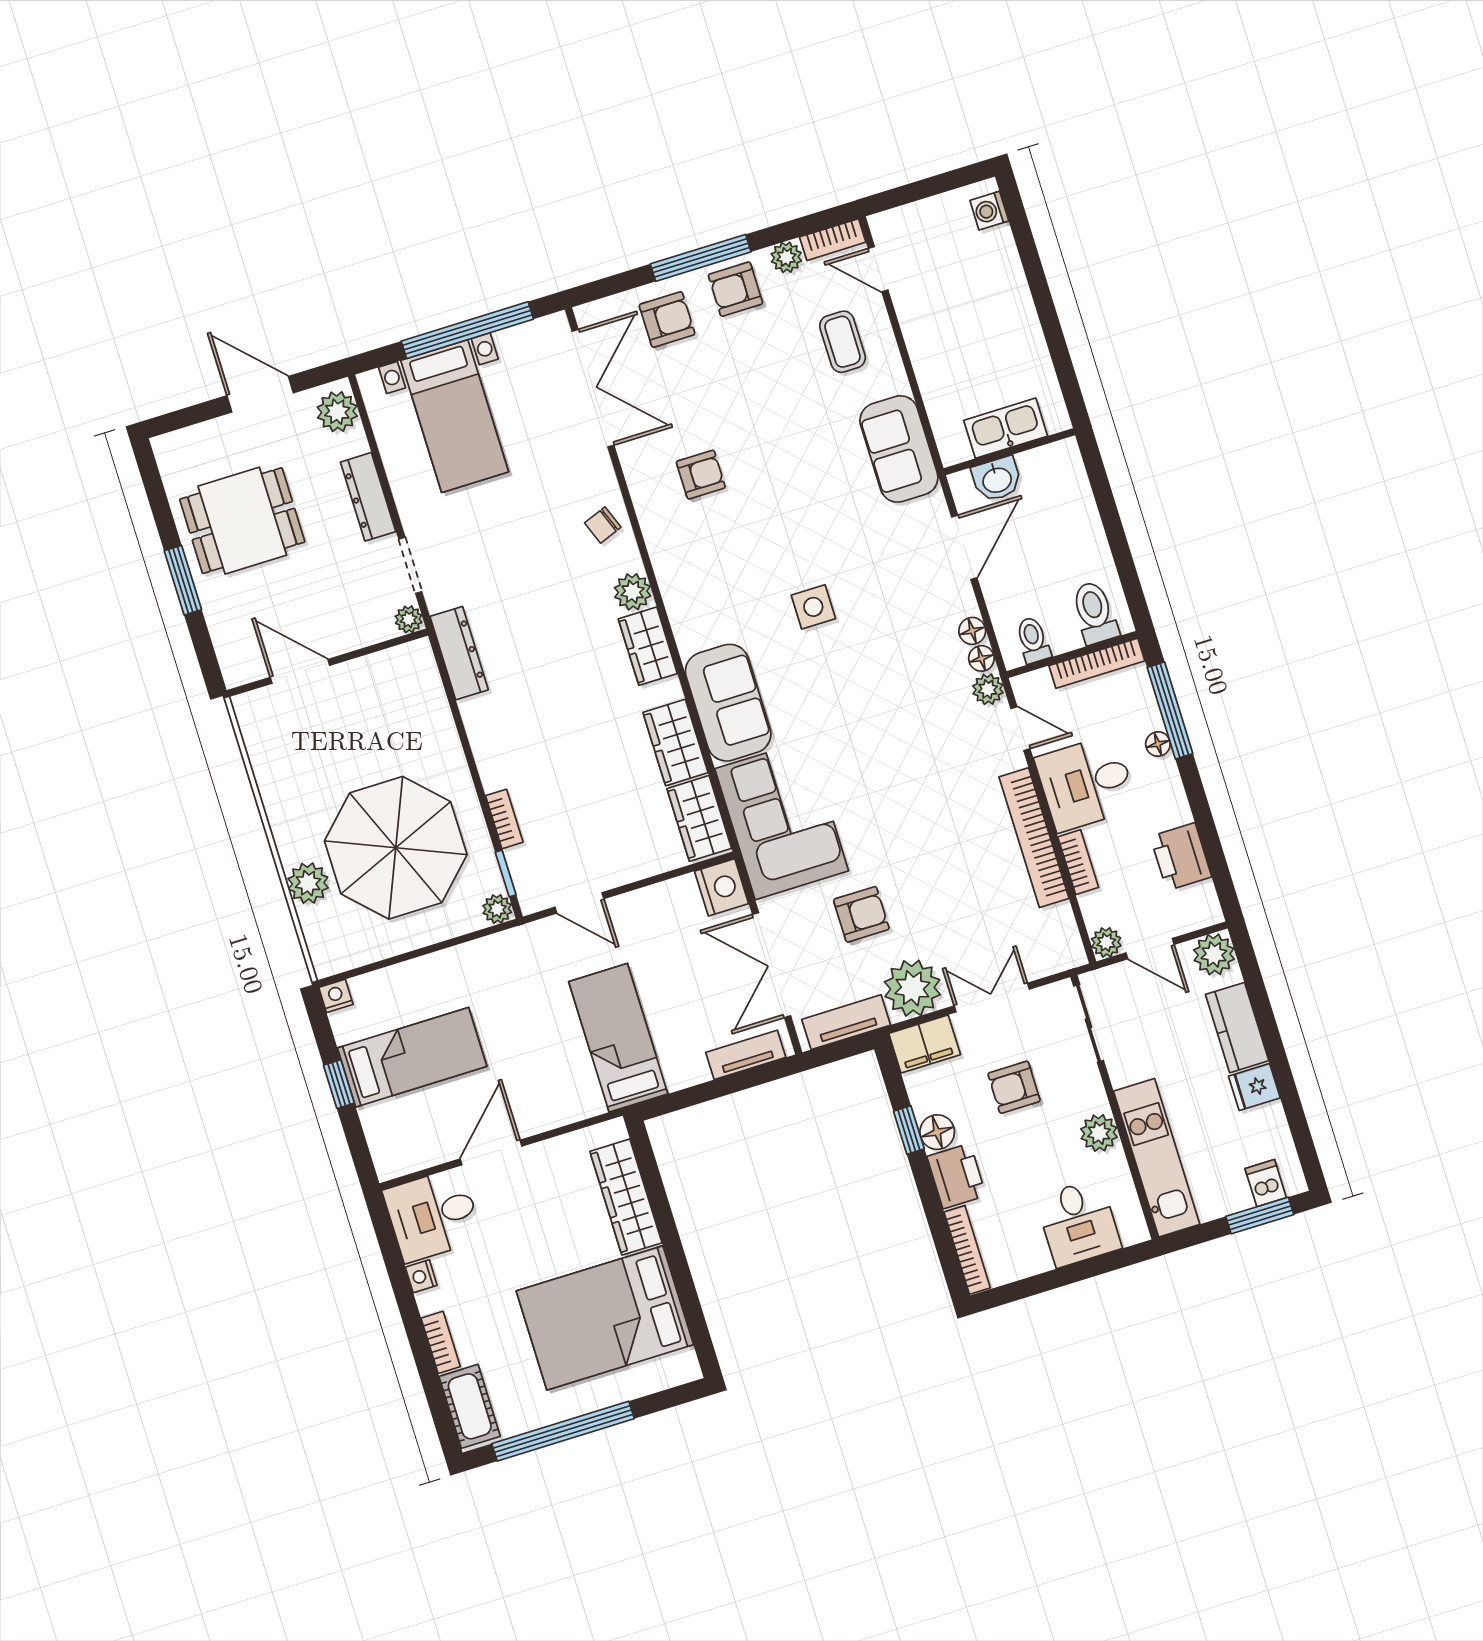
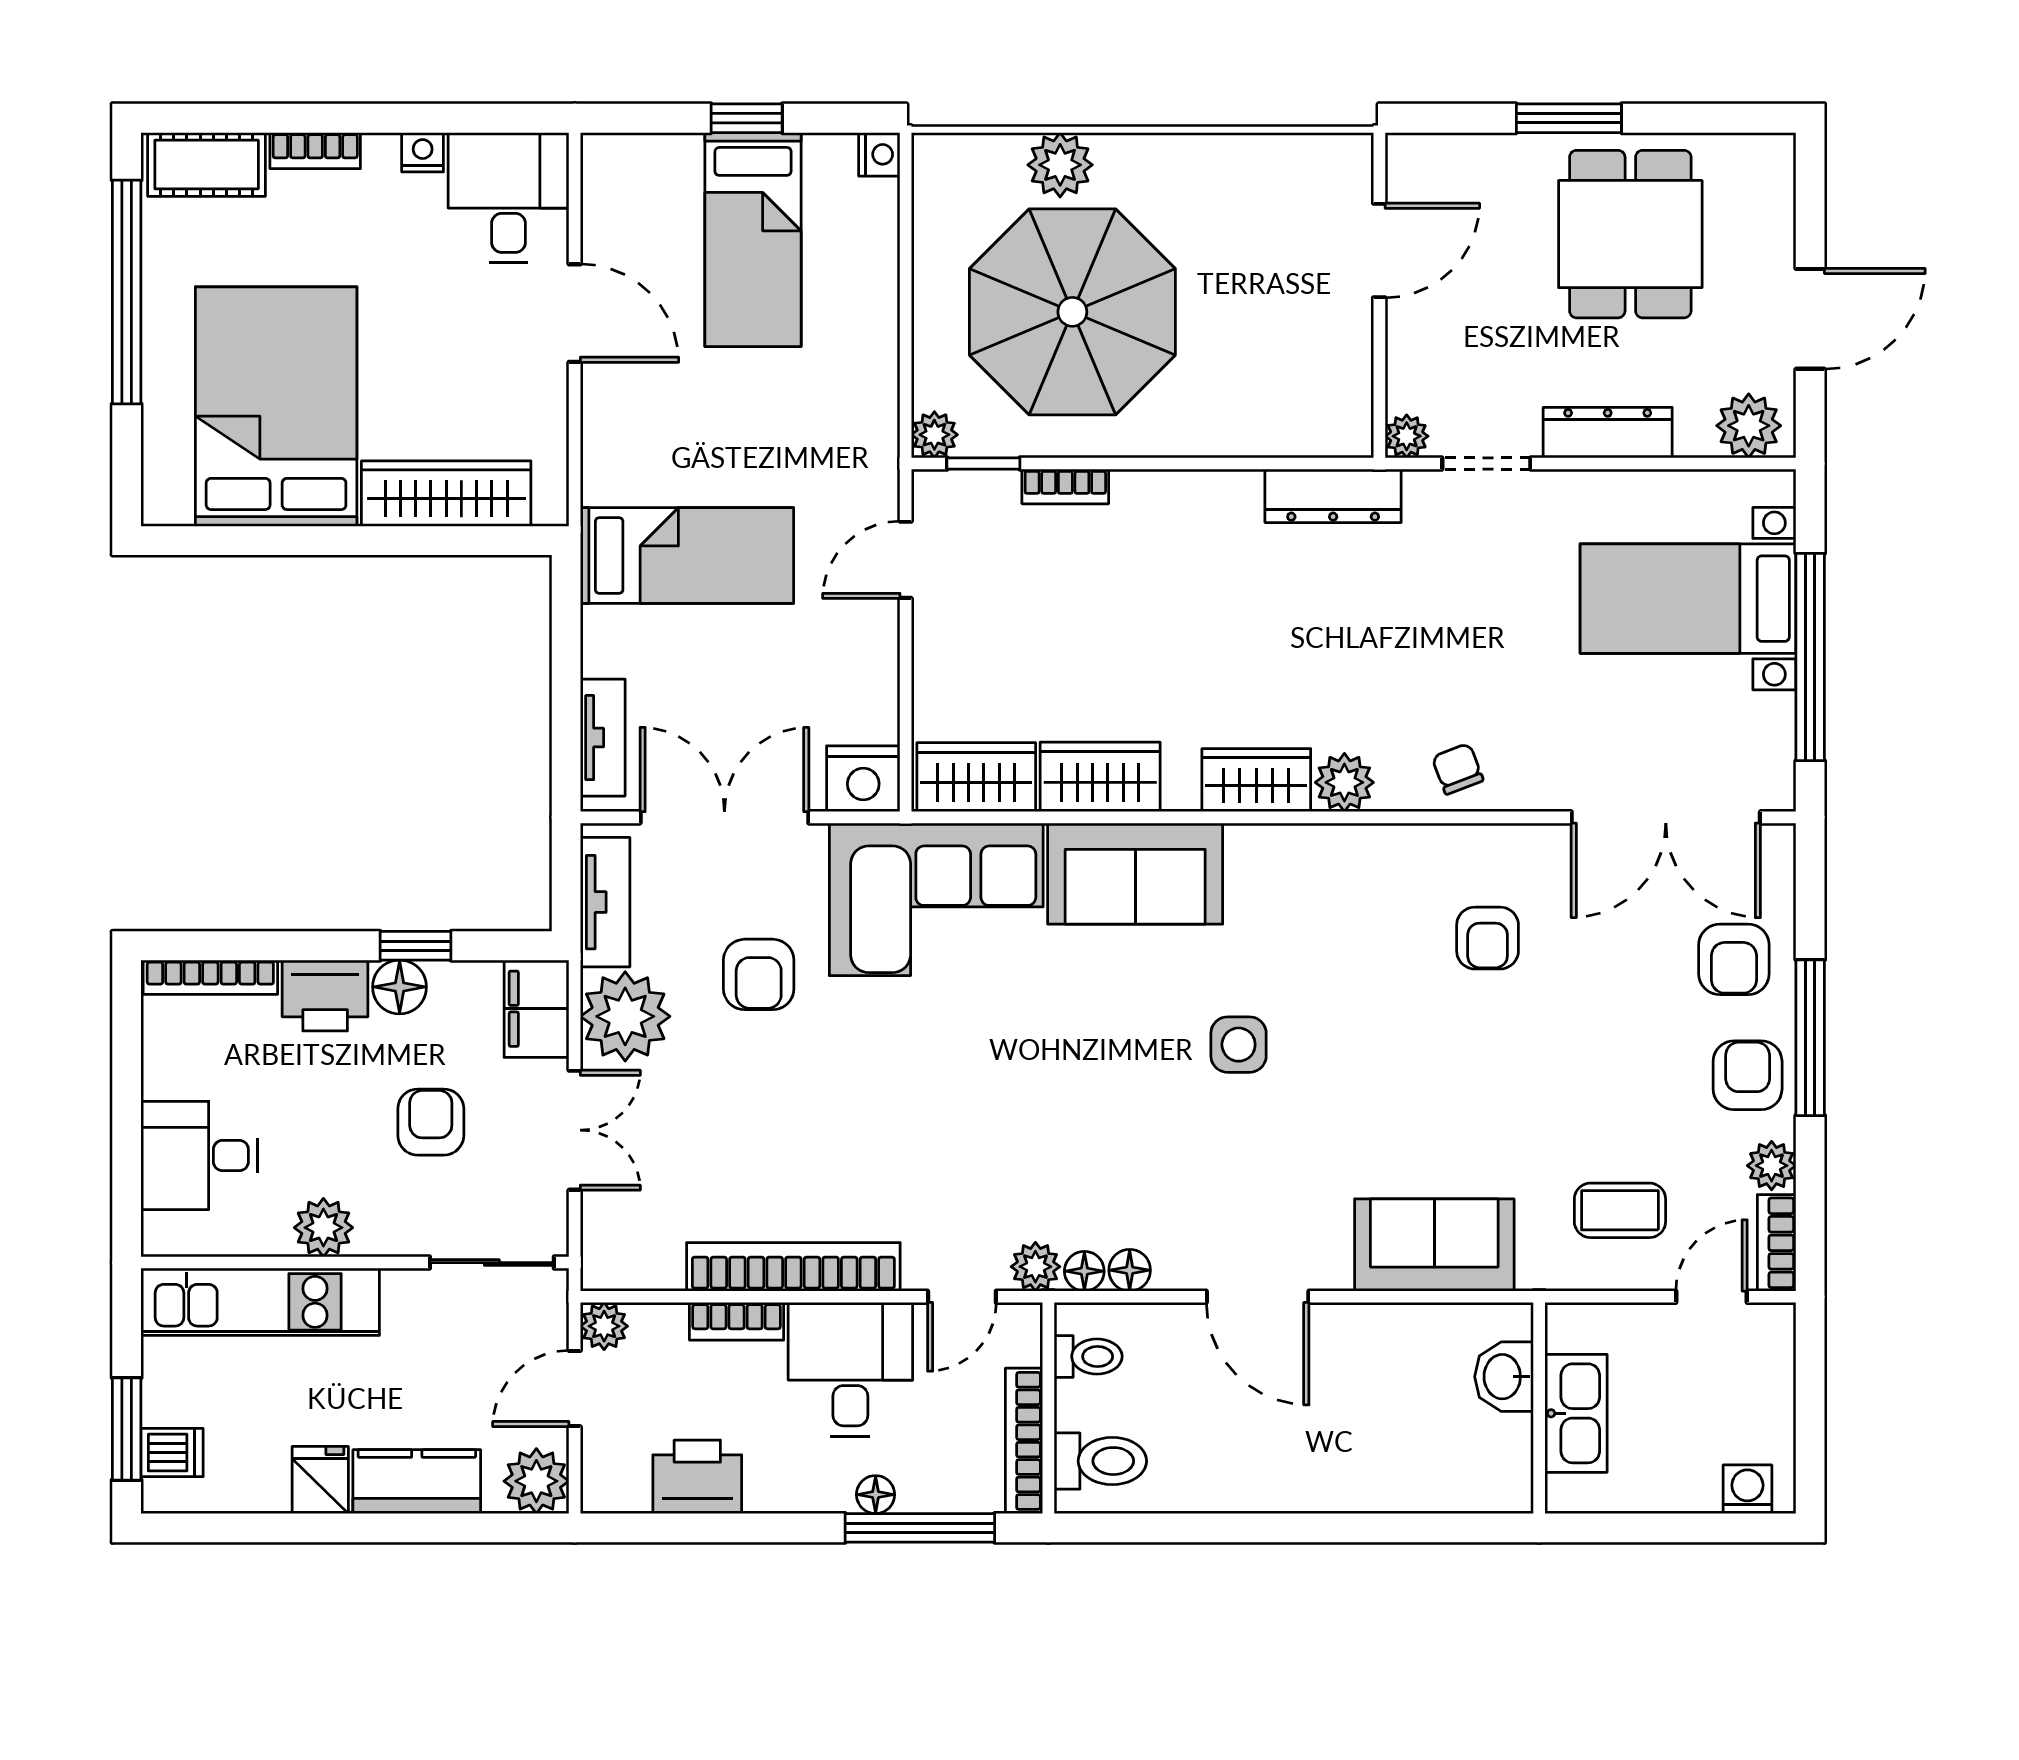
kitchen sink: (1006, 428) -> (1576, 1413), moved
wall: (1009, 452) -> (1539, 1408), moved
washbasin: (997, 479) -> (1504, 1377), moved

